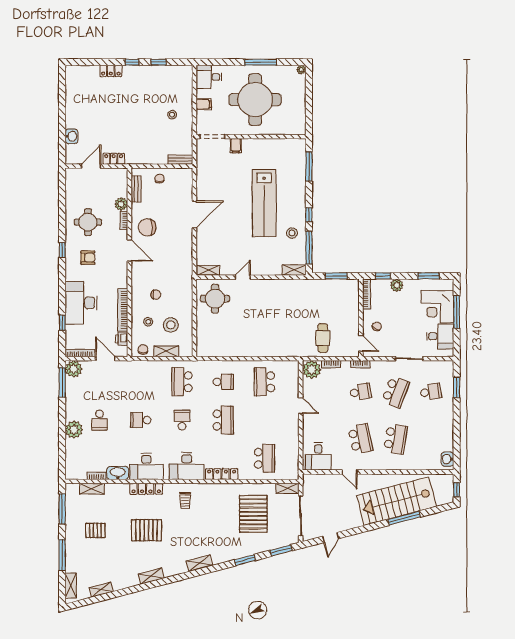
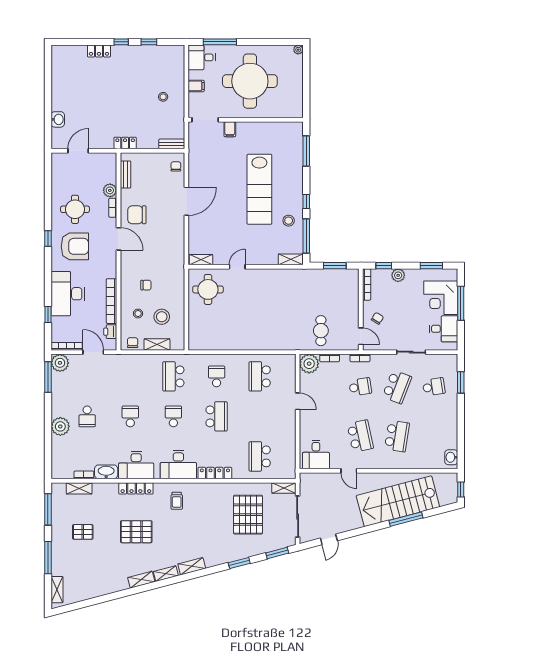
window: (260, 62) -> (220, 42), moved
locker: (114, 159) -> (125, 143), moved
chair: (160, 179) -> (176, 166), moved
armchair: (88, 258) -> (75, 246), width x1.88, depth x1.88
school desk: (223, 382) -> (217, 376), turned -90
school desk: (141, 420) -> (130, 416), turned 90
school desk: (264, 458) -> (260, 456), turned 180
shelving: (101, 590) -> (166, 574), moved

